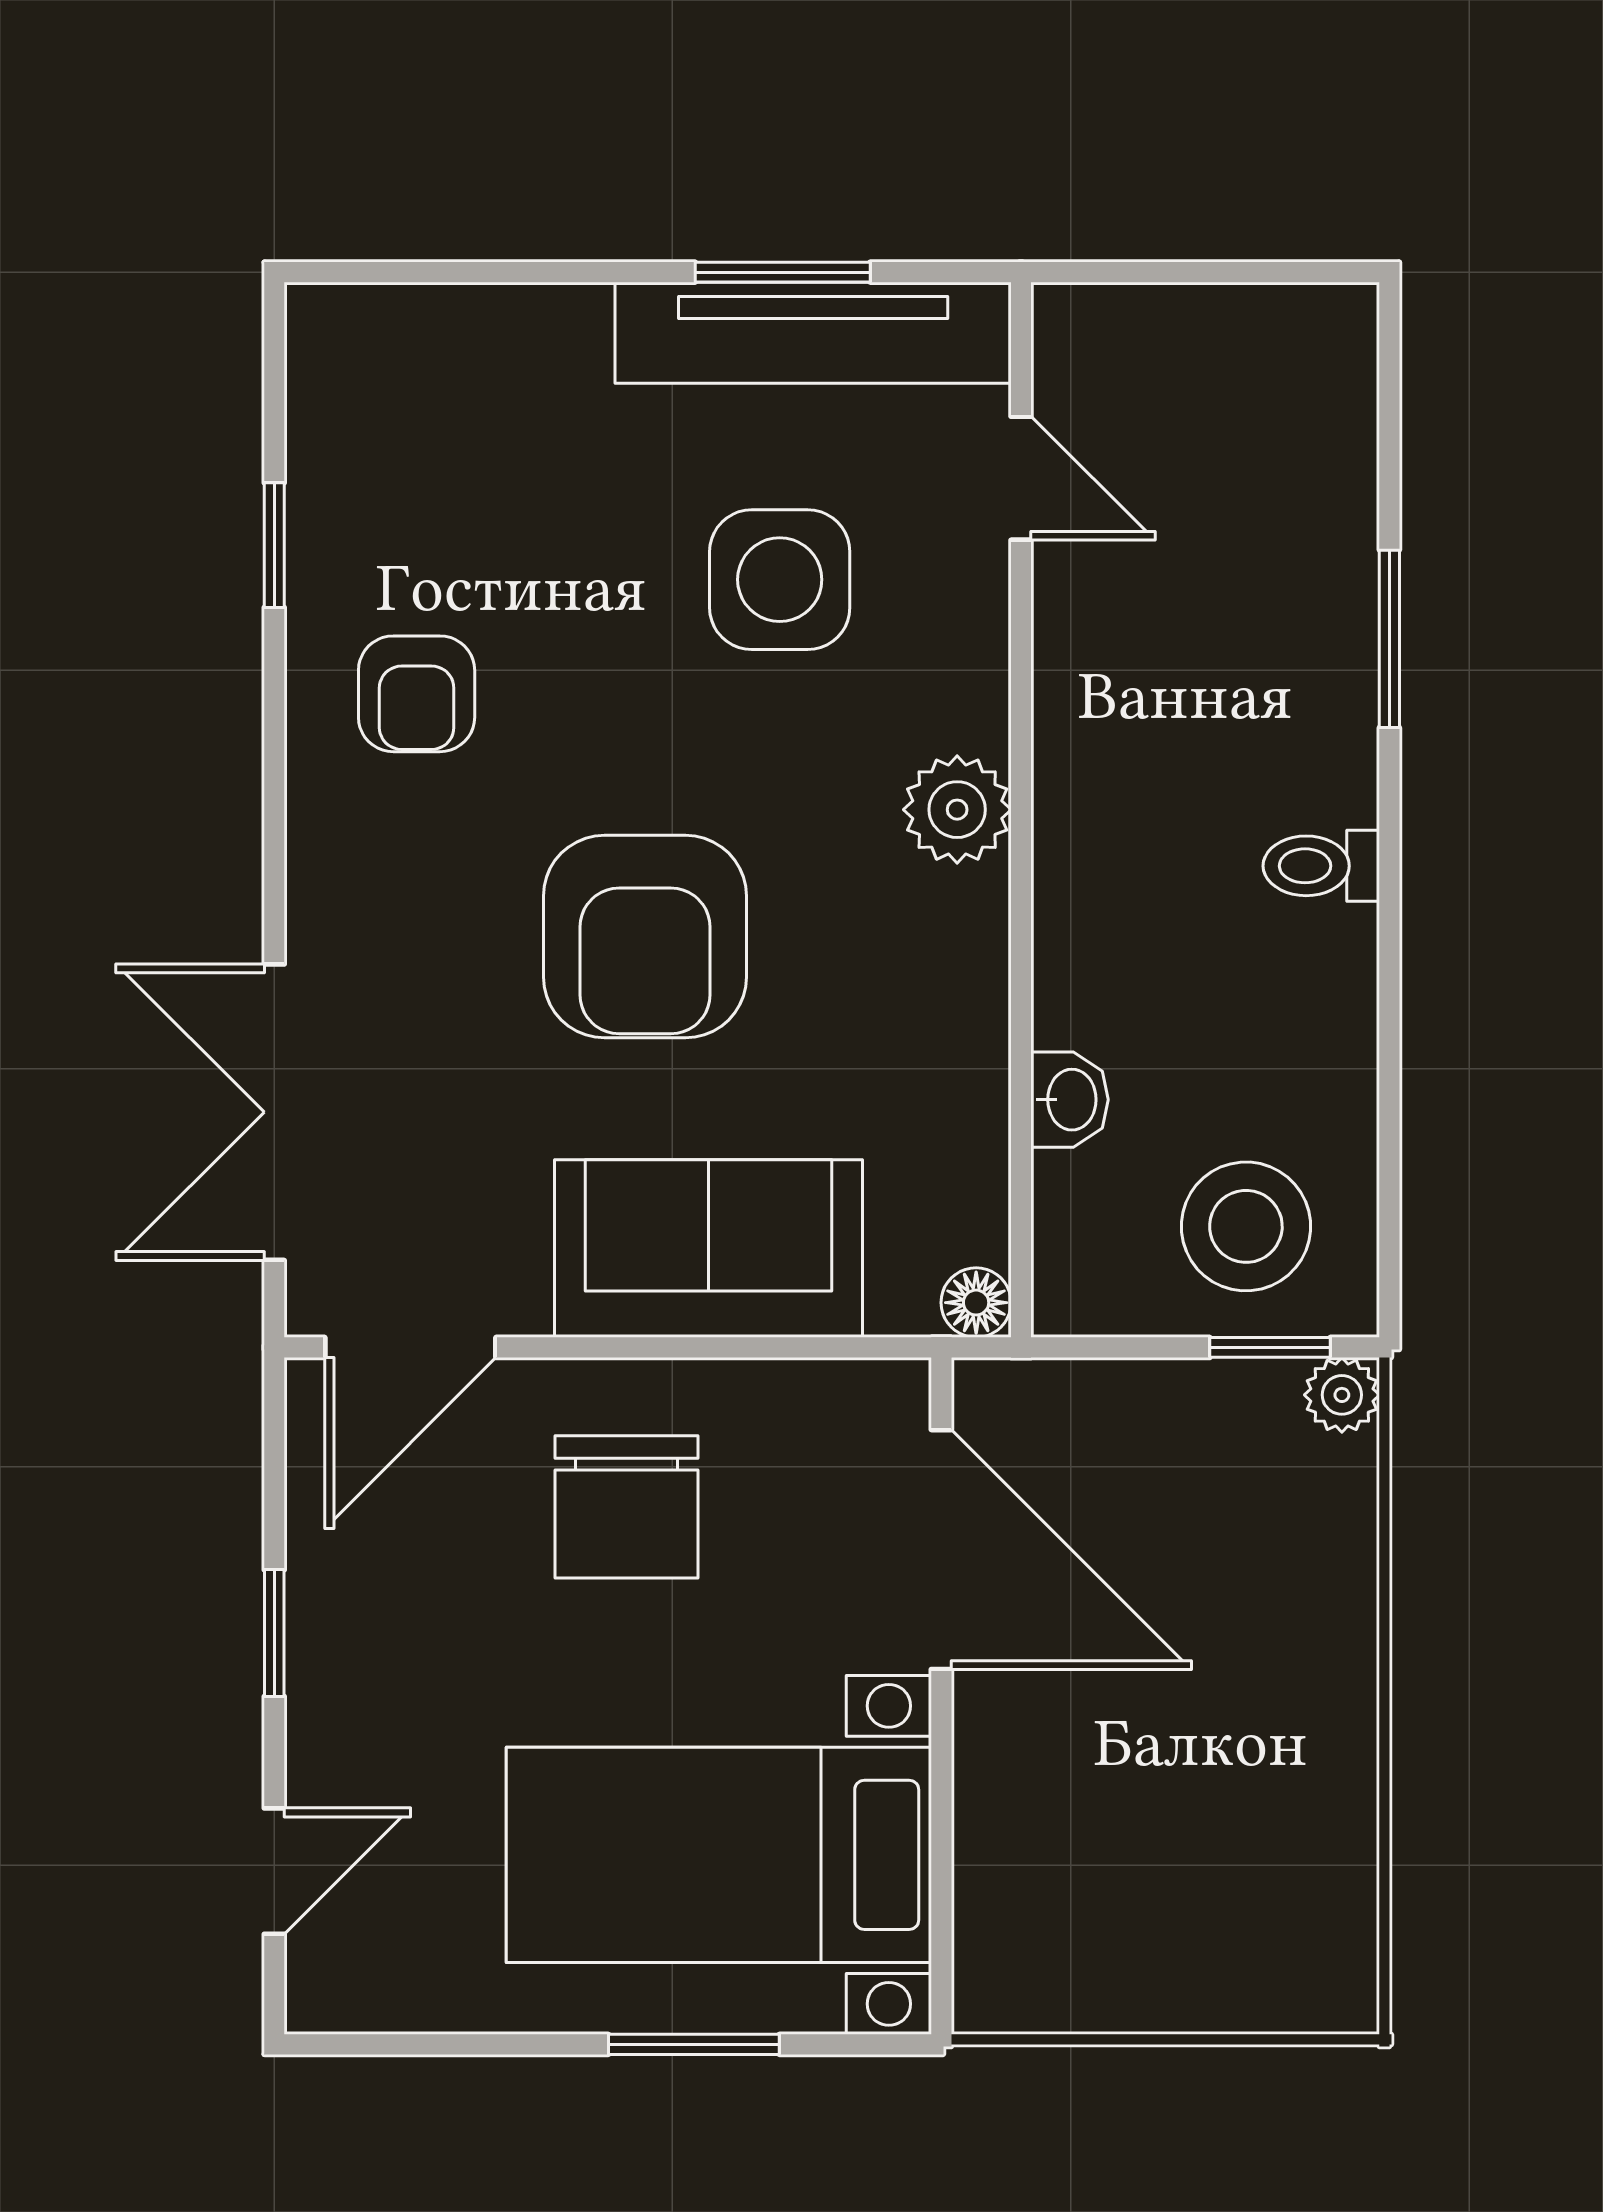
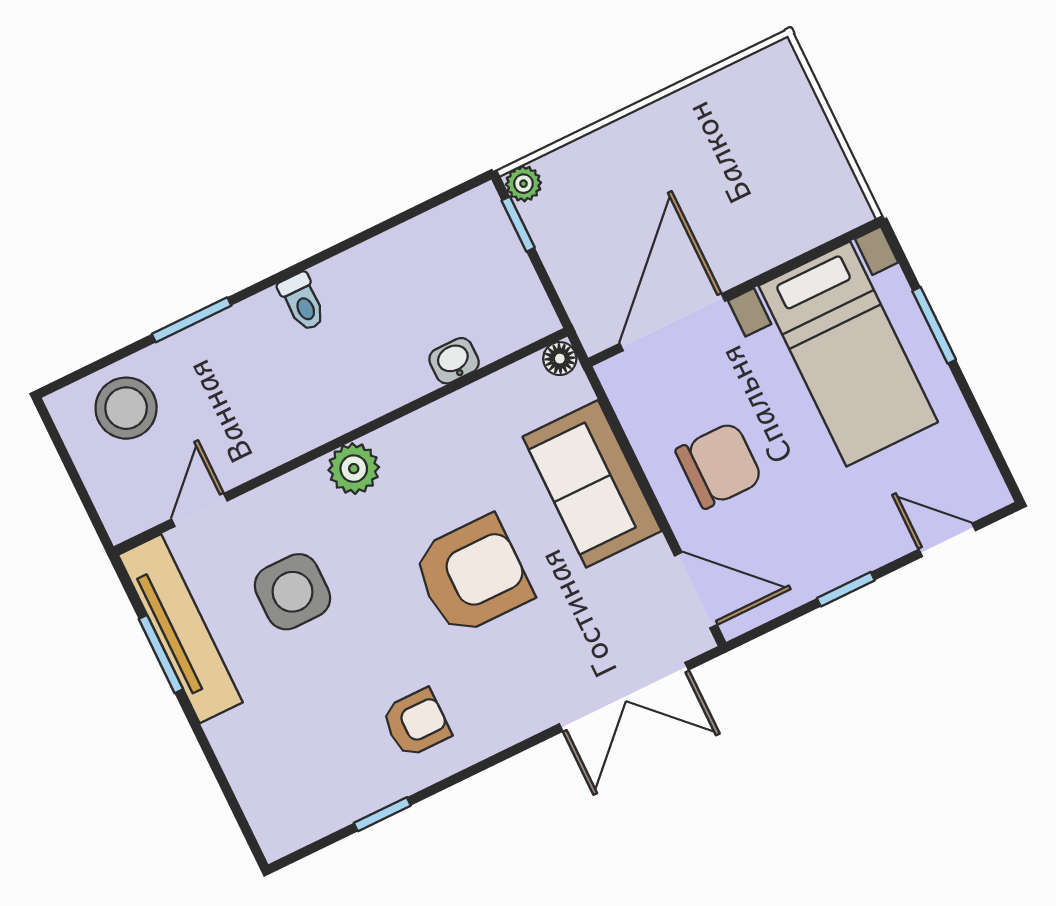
stool: (1246, 1226) -> (126, 408), moved

